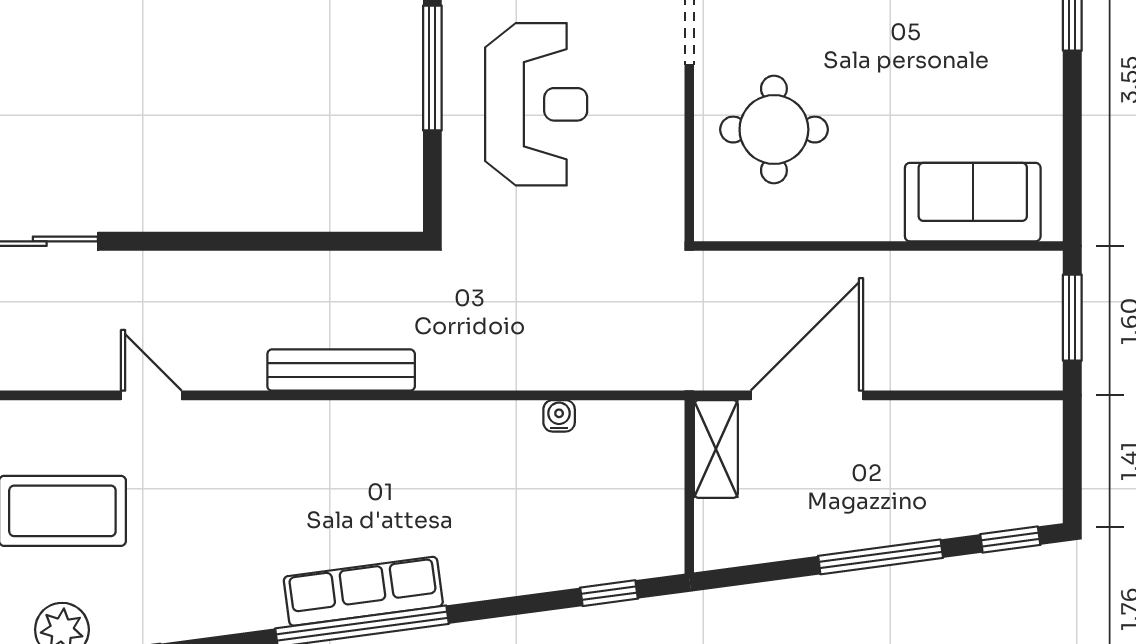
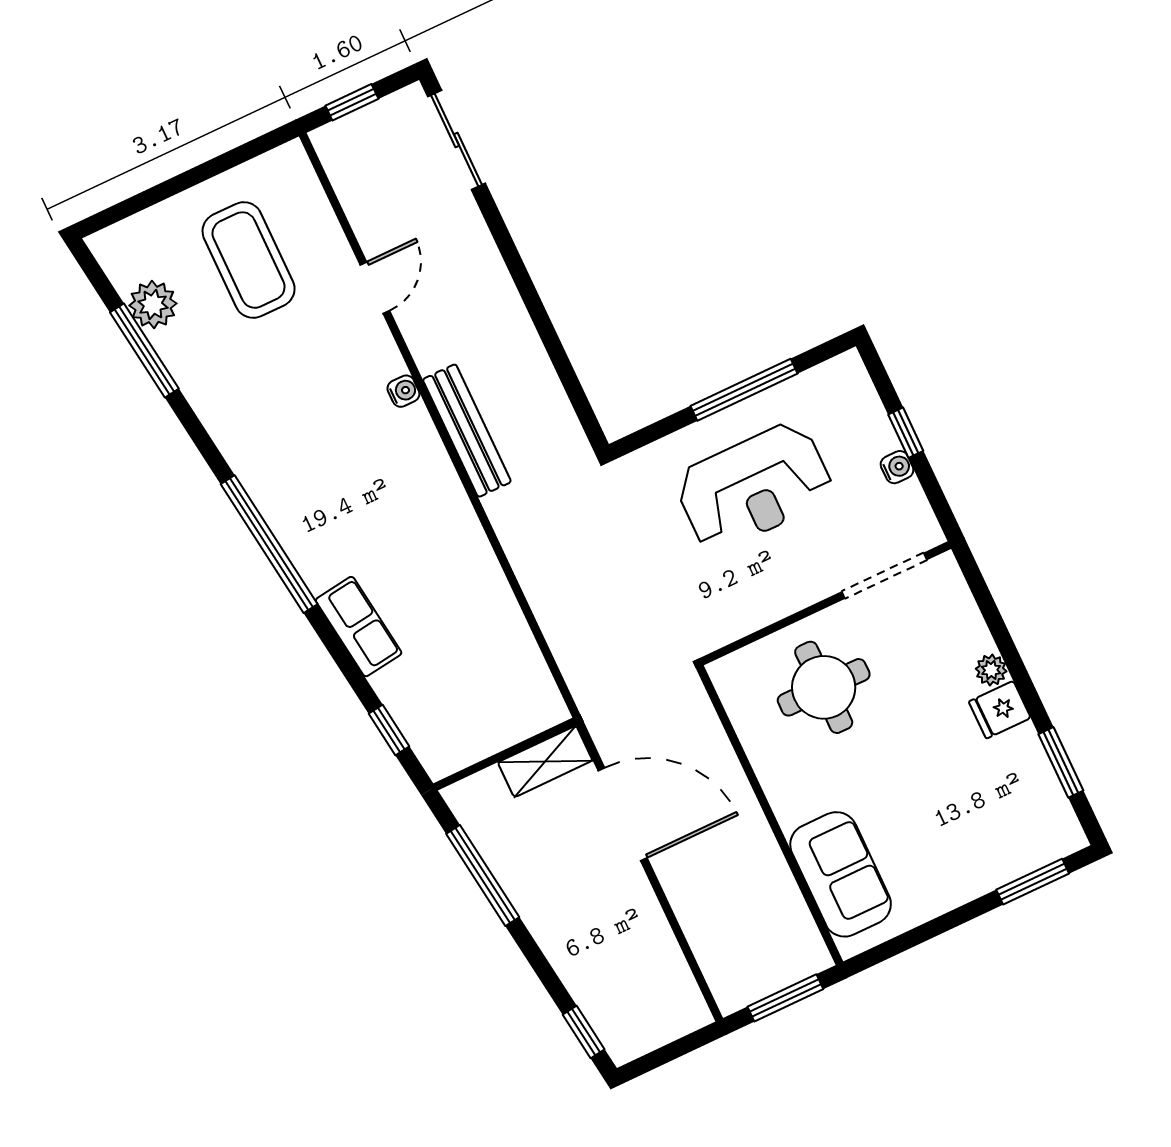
water cooler: (559, 416) -> (403, 391), moved
window: (881, 557) -> (483, 875), moved
row of seats: (363, 591) -> (359, 627), moved, width x0.68

